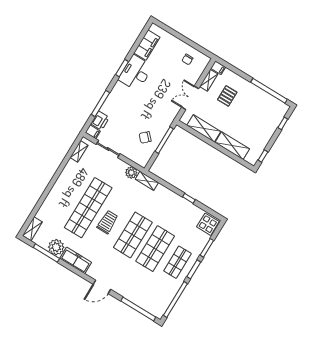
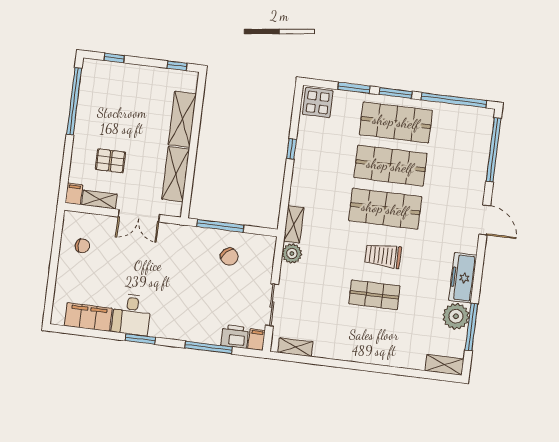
desk: (136, 73) -> (131, 314), width x0.73
shop shelf: (88, 208) -> (374, 295), width x0.50, depth x0.74
shop shelf: (177, 262) -> (396, 122), width x1.43, depth x1.36

